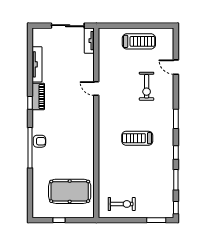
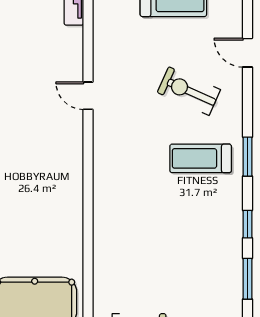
exercise bike: (147, 86) -> (189, 91), turned 114
treadmill: (137, 138) -> (201, 158), moved

